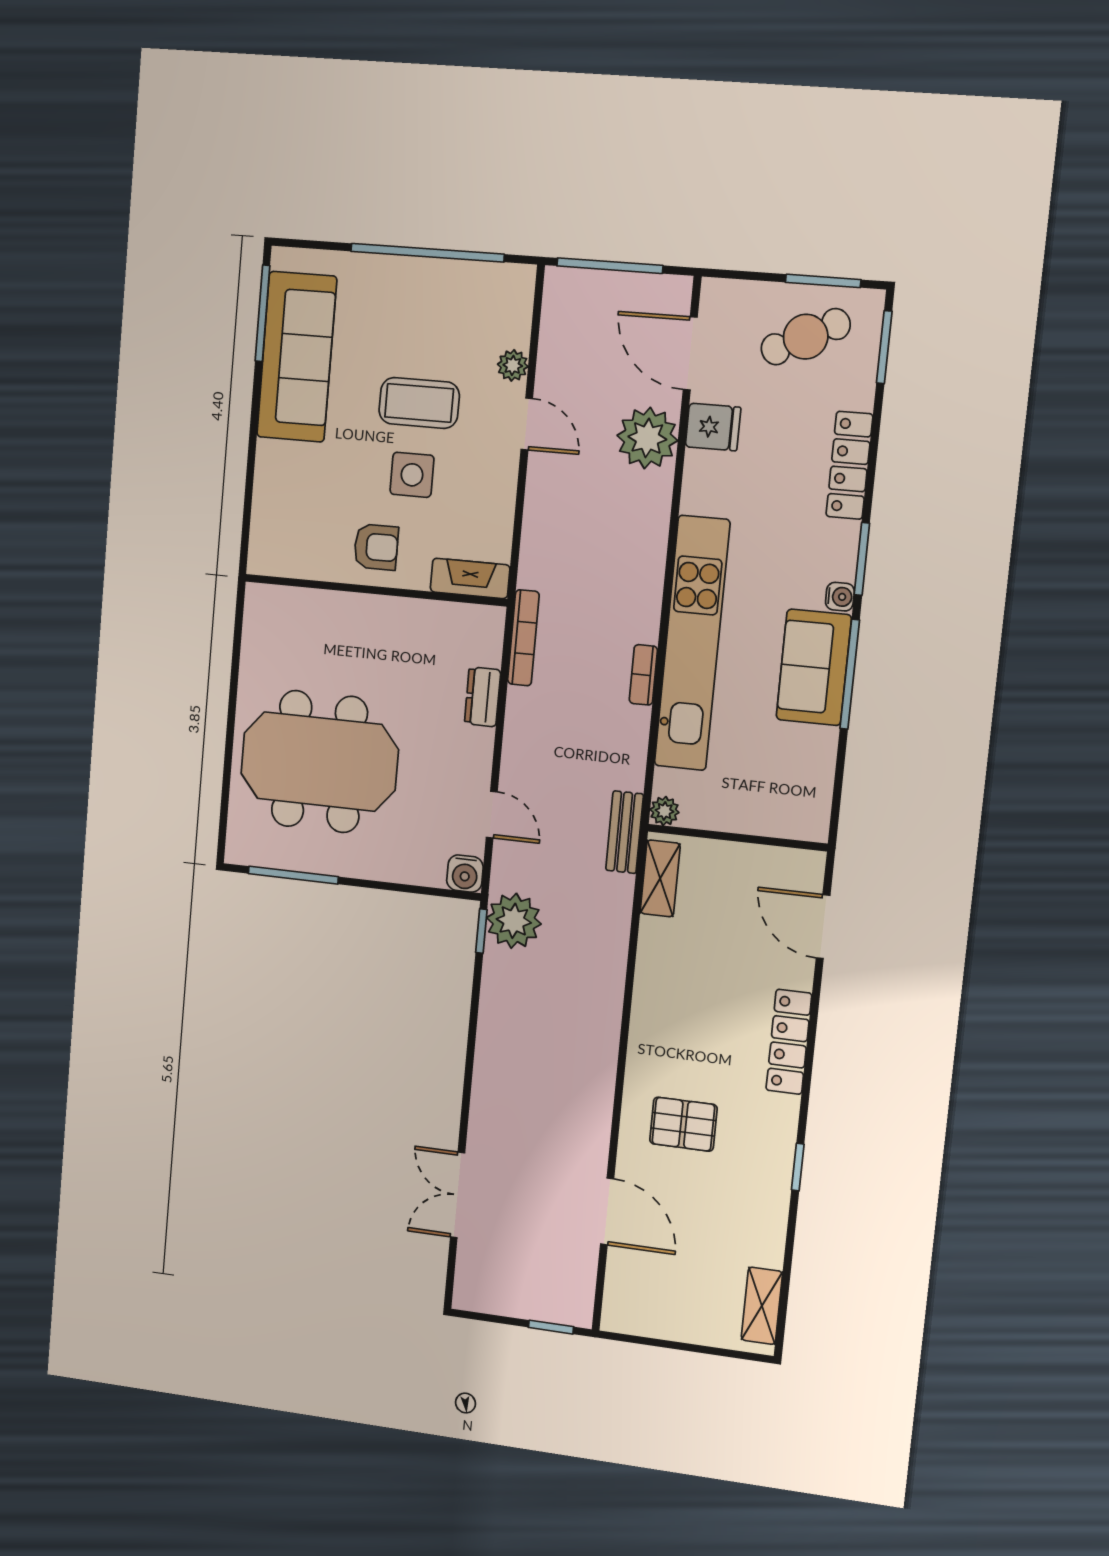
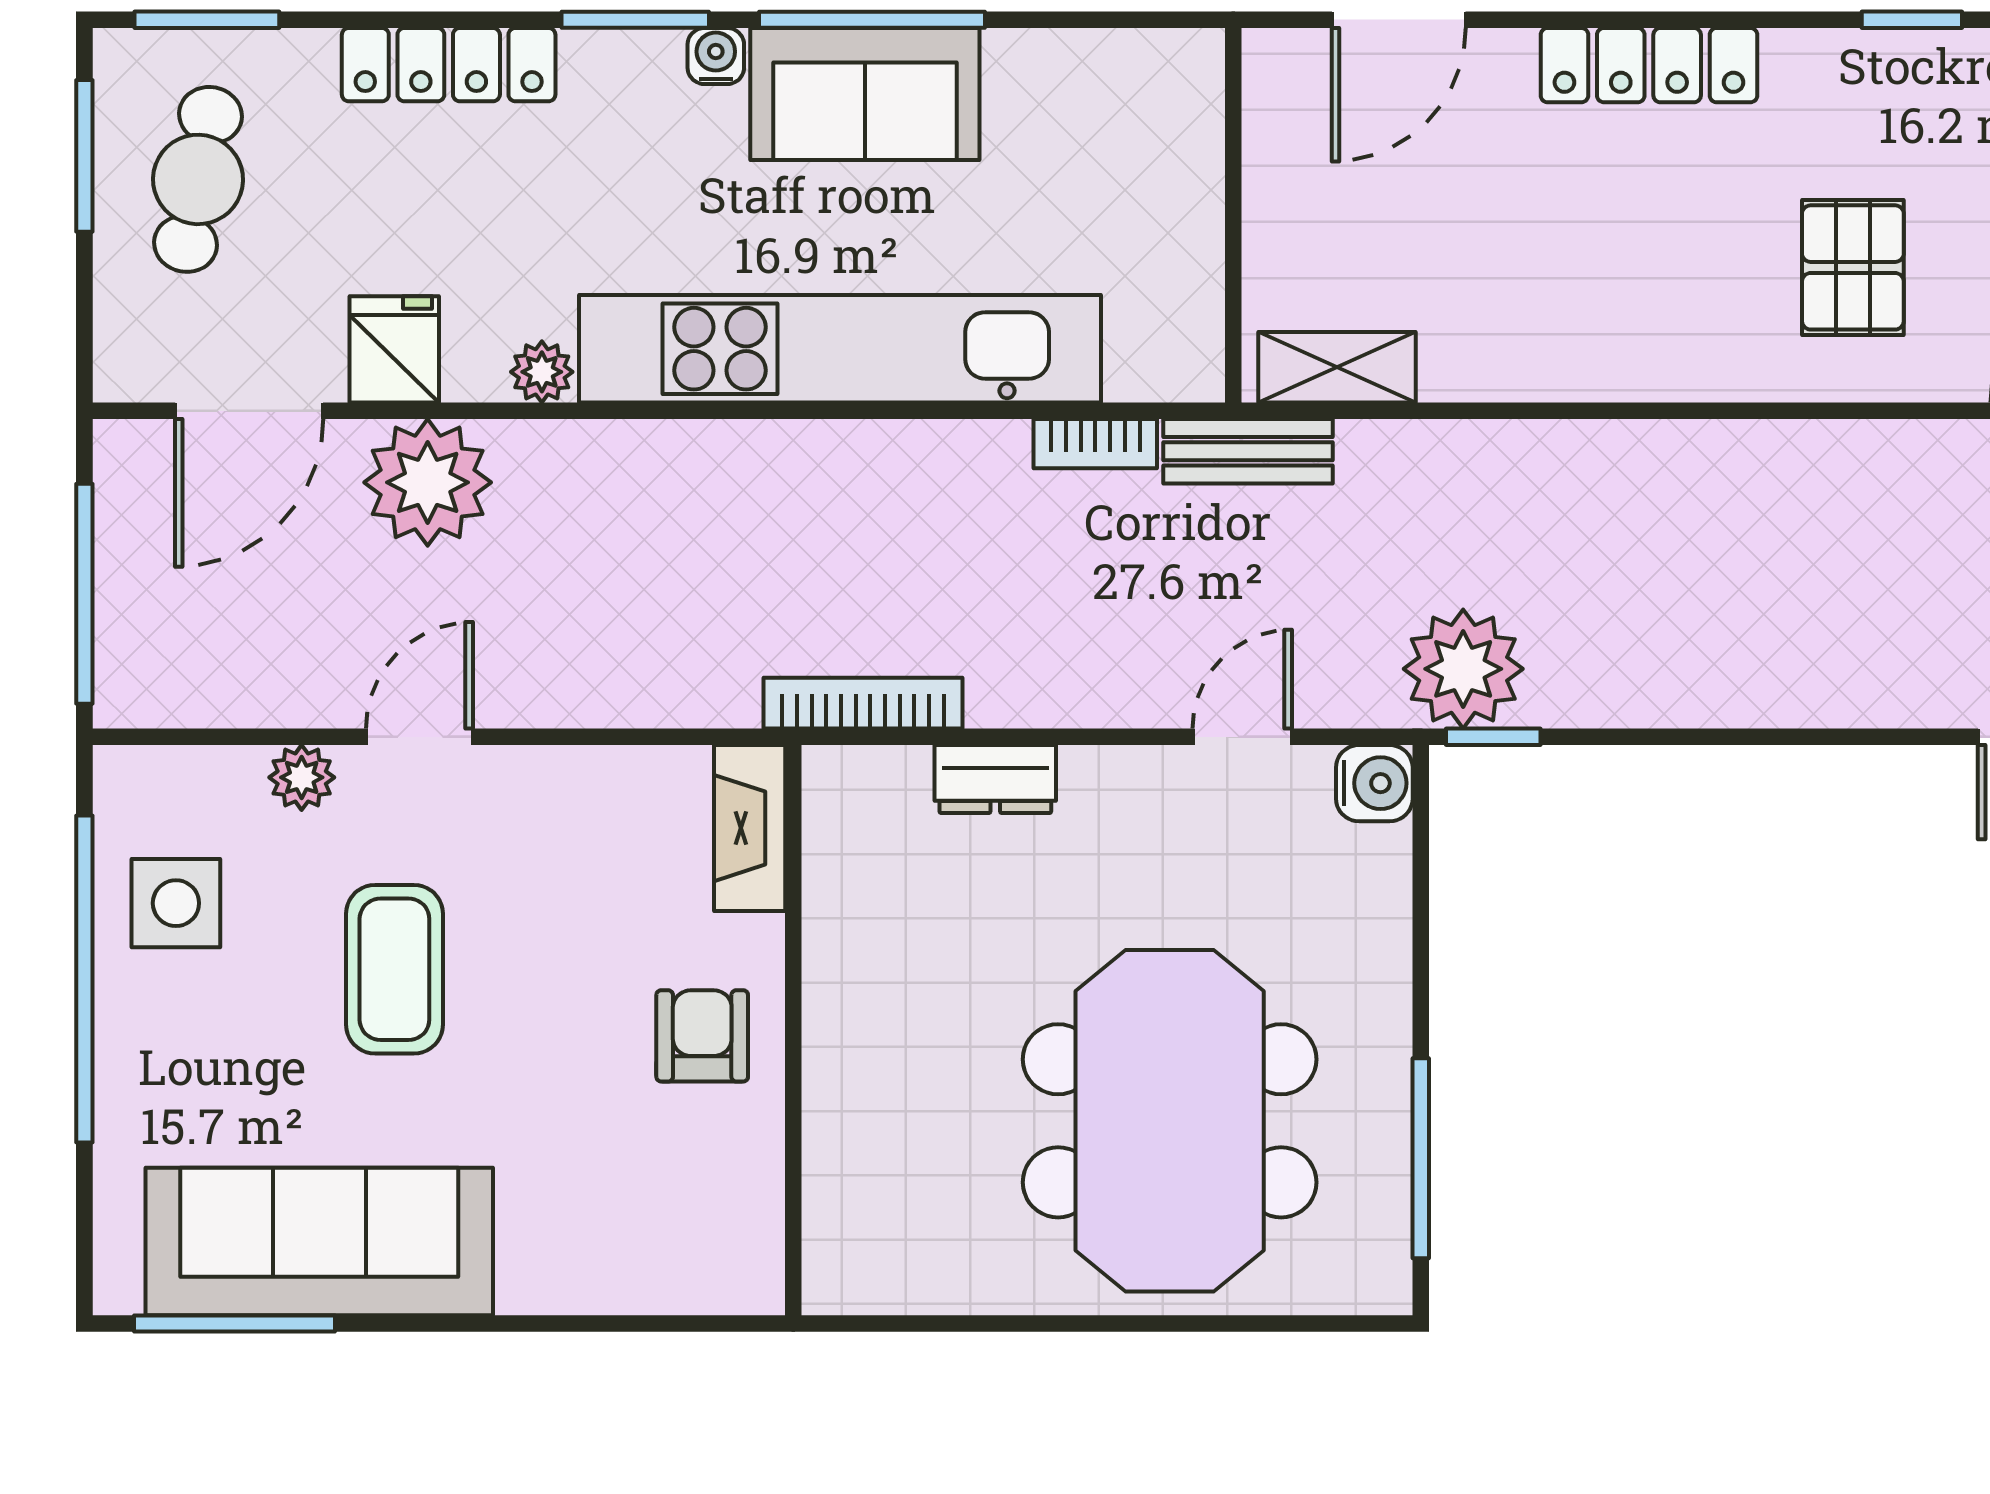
cafe table: (806, 337) -> (198, 179), turned 38
side table: (412, 475) -> (176, 903), moved
bookcase: (643, 675) -> (1095, 444), moved
plant: (665, 811) -> (542, 372), moved

